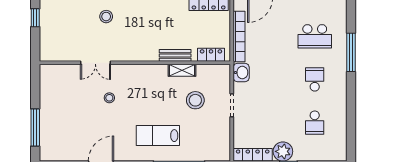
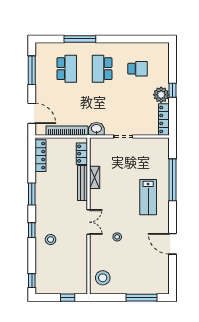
window: (35, 18) -> (68, 298), moved
bench: (175, 55) -> (82, 183), width x1.36
double door: (95, 63) -> (89, 222), moved
school desk: (315, 79) -> (102, 69), width x1.85
stool: (195, 100) -> (103, 278), moved

